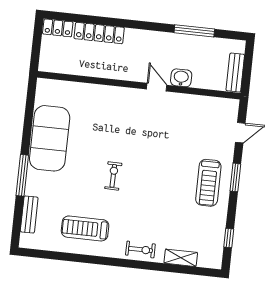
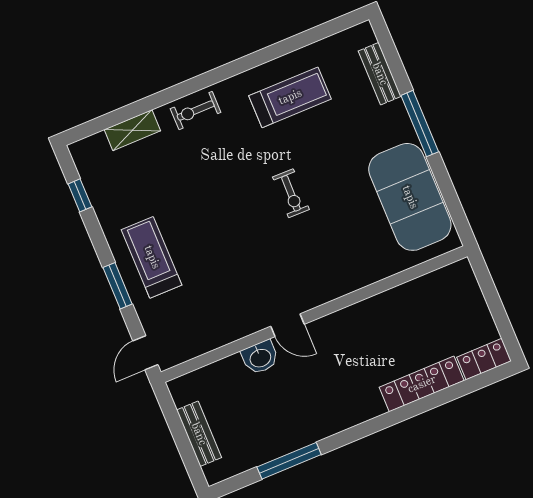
washbasin: (181, 78) -> (260, 357), moved
wall: (139, 85) -> (314, 314), moved
door: (157, 87) -> (287, 325), moved

